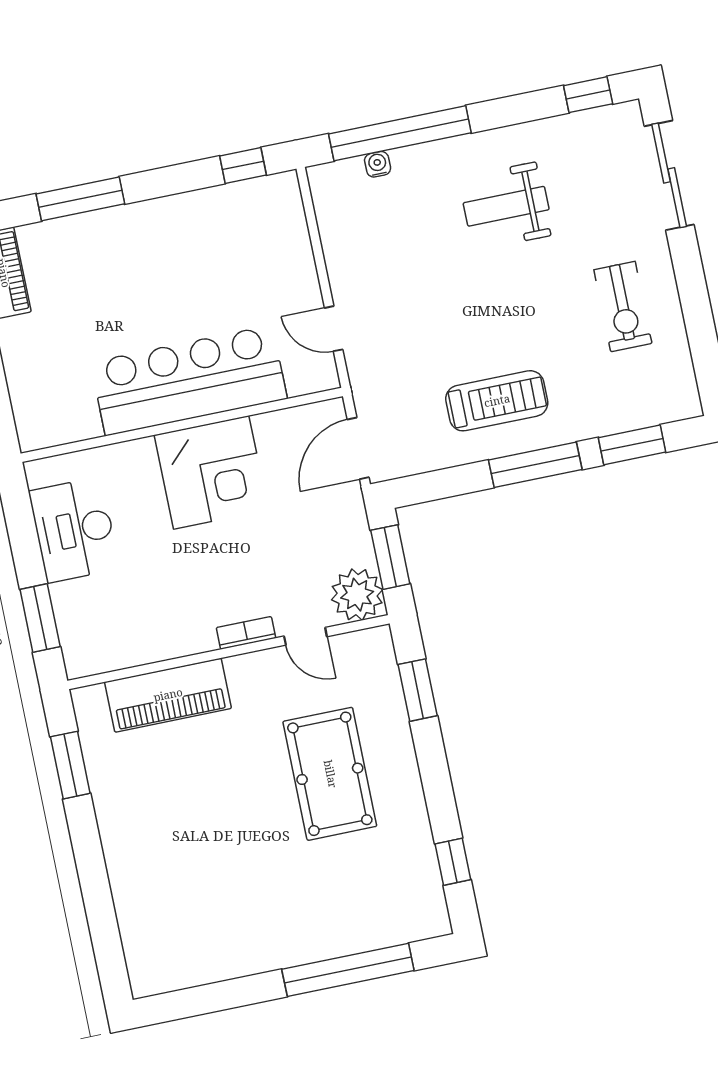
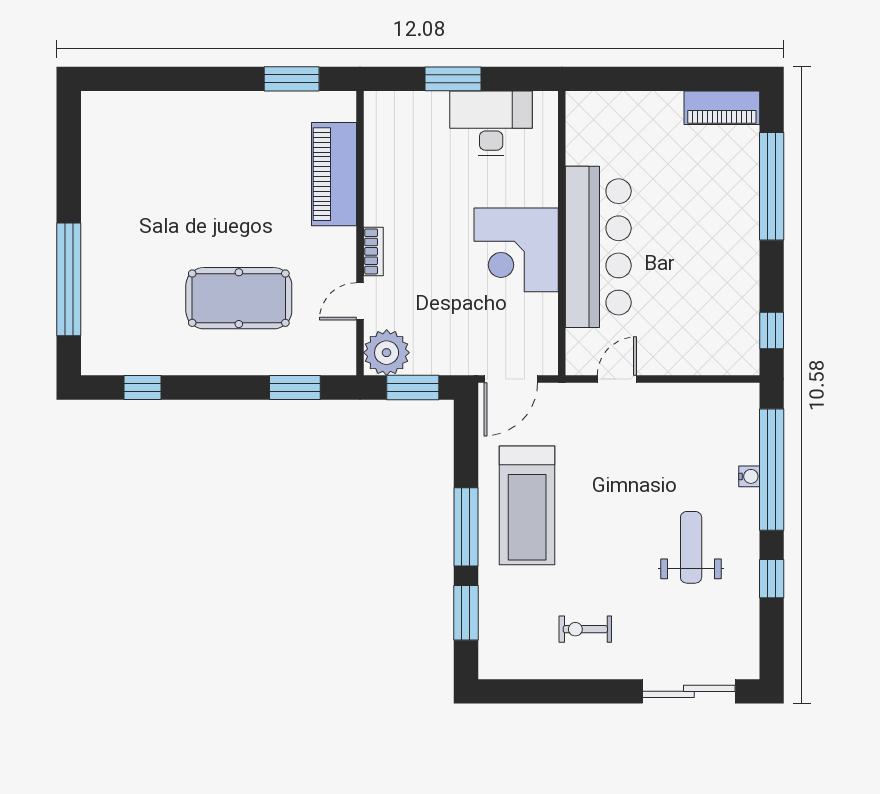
window: (588, 95) -> (772, 579), moved
water cooler: (378, 164) -> (749, 476), moved
window: (80, 199) -> (772, 186), width x1.46
exercise bike: (623, 307) -> (585, 629), width x0.73, depth x0.72
treadmill: (497, 401) -> (527, 505), width x1.37, depth x1.38
door: (358, 448) -> (511, 379), swing flipped
window: (40, 618) -> (453, 79), moved

